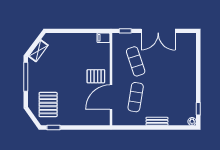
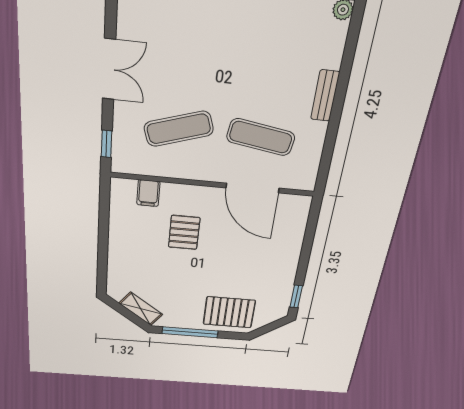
double door: (158, 31) -> (109, 69), width x0.73
filing cabinet: (103, 38) -> (148, 193), moved
pallet: (96, 76) -> (184, 232), moved
pallet: (48, 105) -> (229, 312), moved

